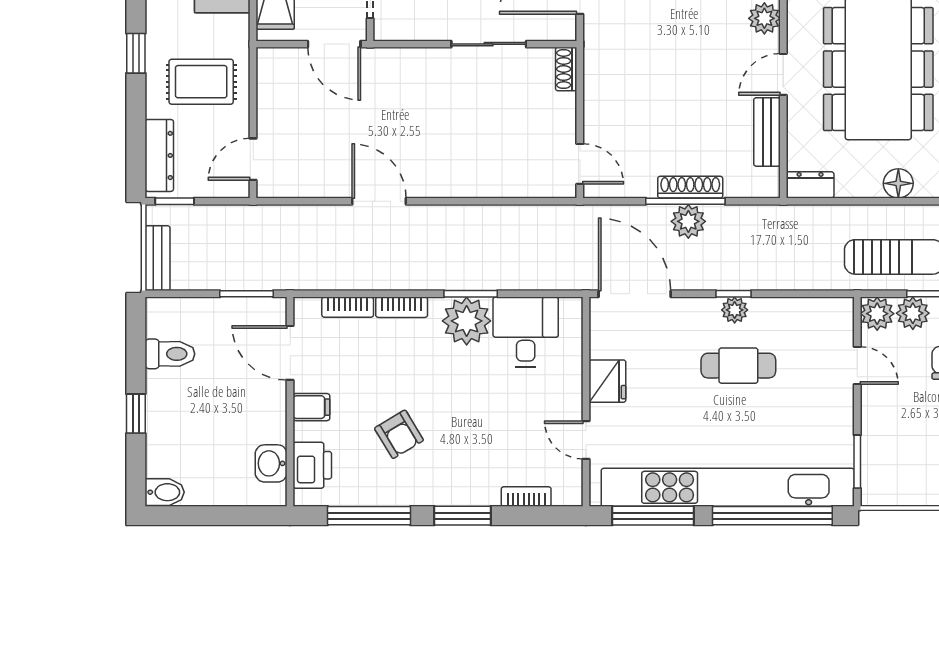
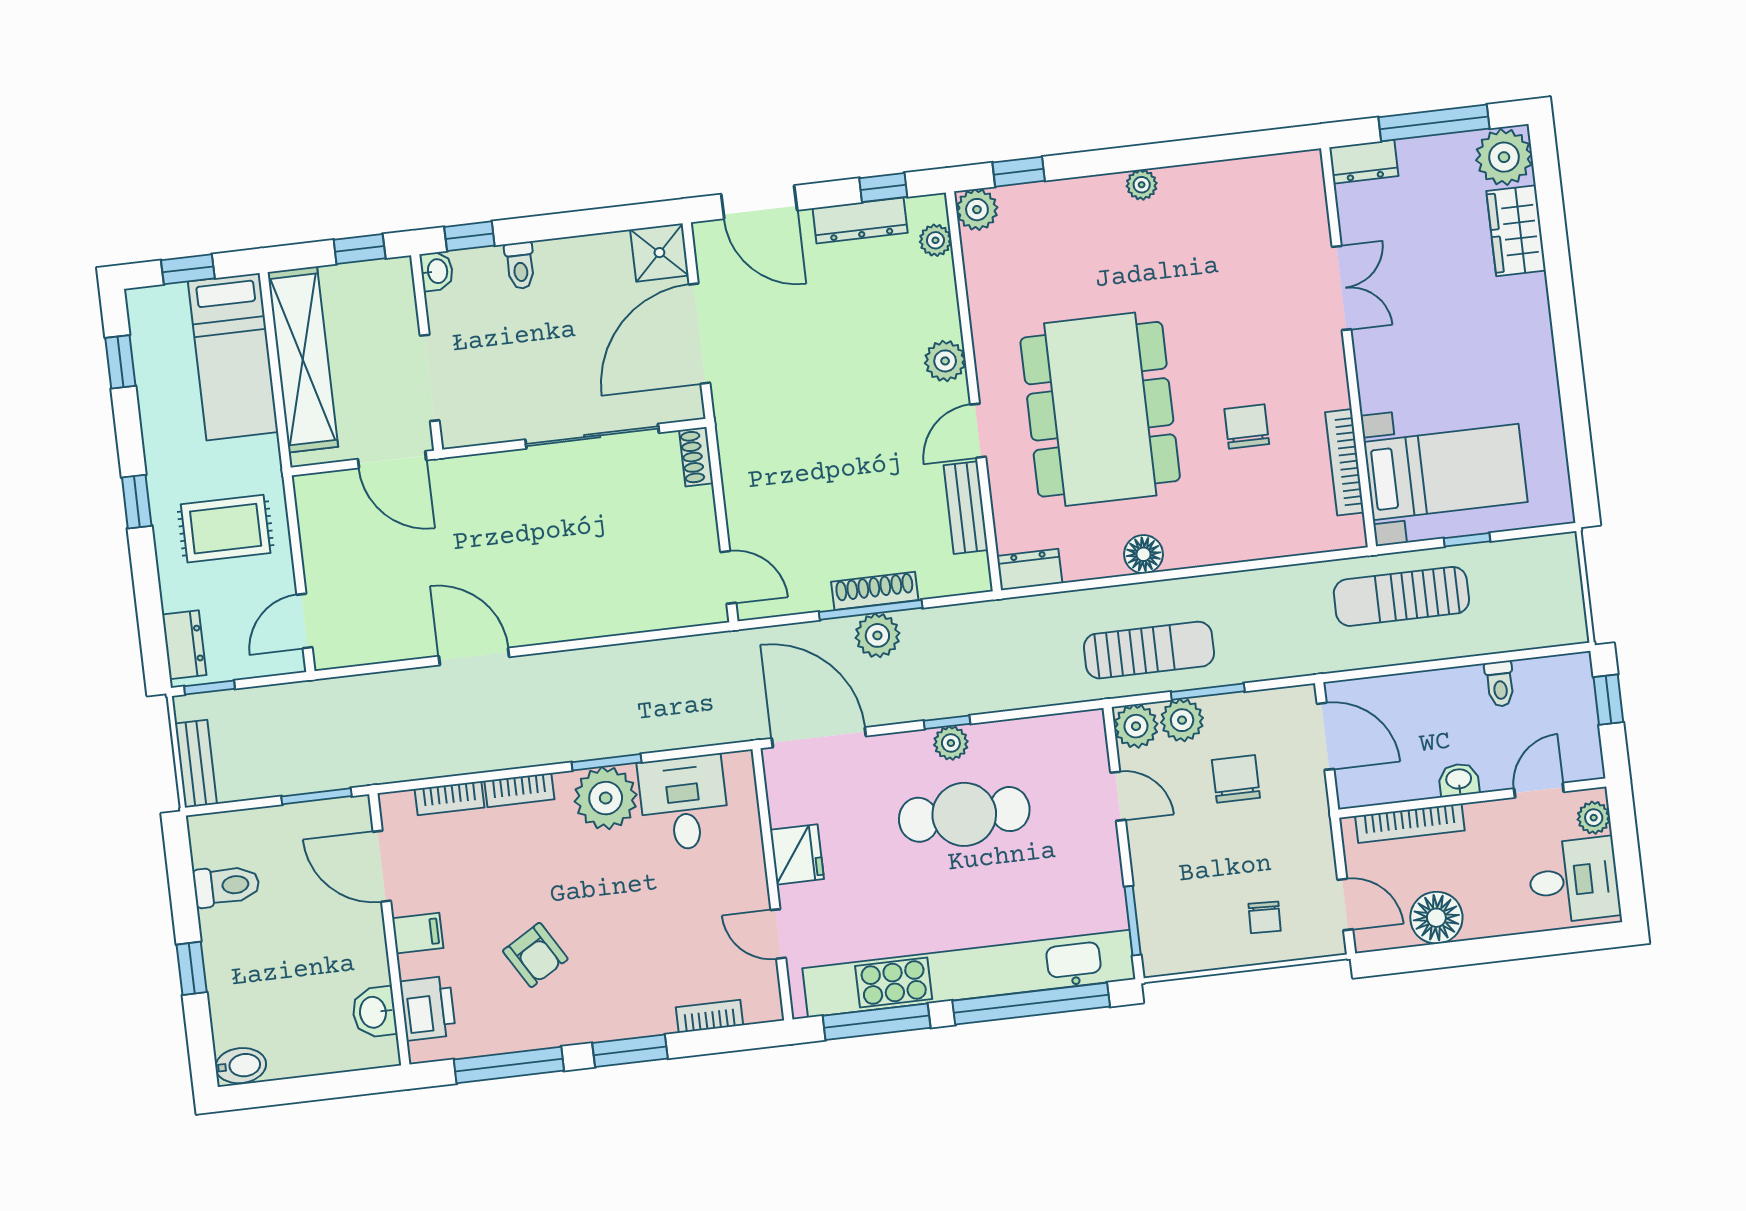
sliding door: (489, 44) -> (592, 436), width x1.37
dresser: (159, 155) -> (184, 645), width x0.70
cafe table: (738, 366) -> (964, 814), width x1.37, depth x1.35

